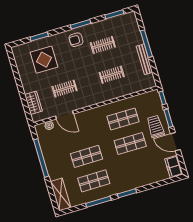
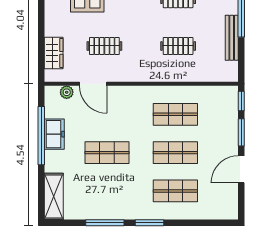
trolley: (156, 126) -> (219, 139), removed
door: (175, 142) -> (241, 169), hinge flipped
freezer: (174, 167) -> (54, 134), moved, turned 180
shop shelf: (94, 181) -> (175, 191), moved

